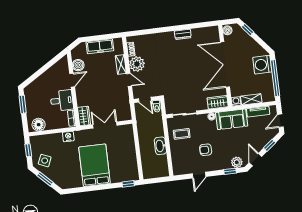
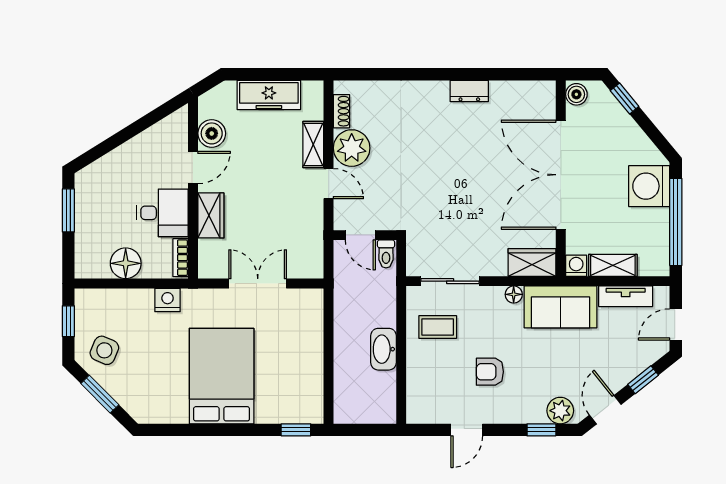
wardrobe: (84, 116) -> (211, 215), moved
floor lamp: (39, 125) -> (126, 263), moved

